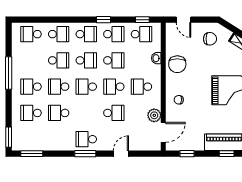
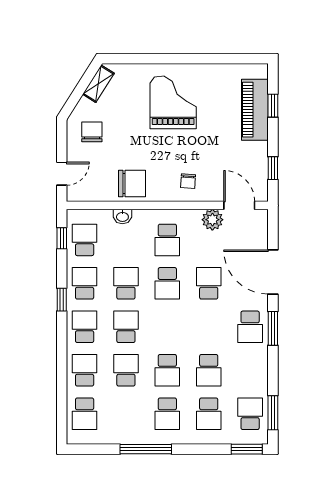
school desk: (86, 87) -> (250, 414), moved, turned 180
door: (121, 154) -> (273, 272), width x1.87

